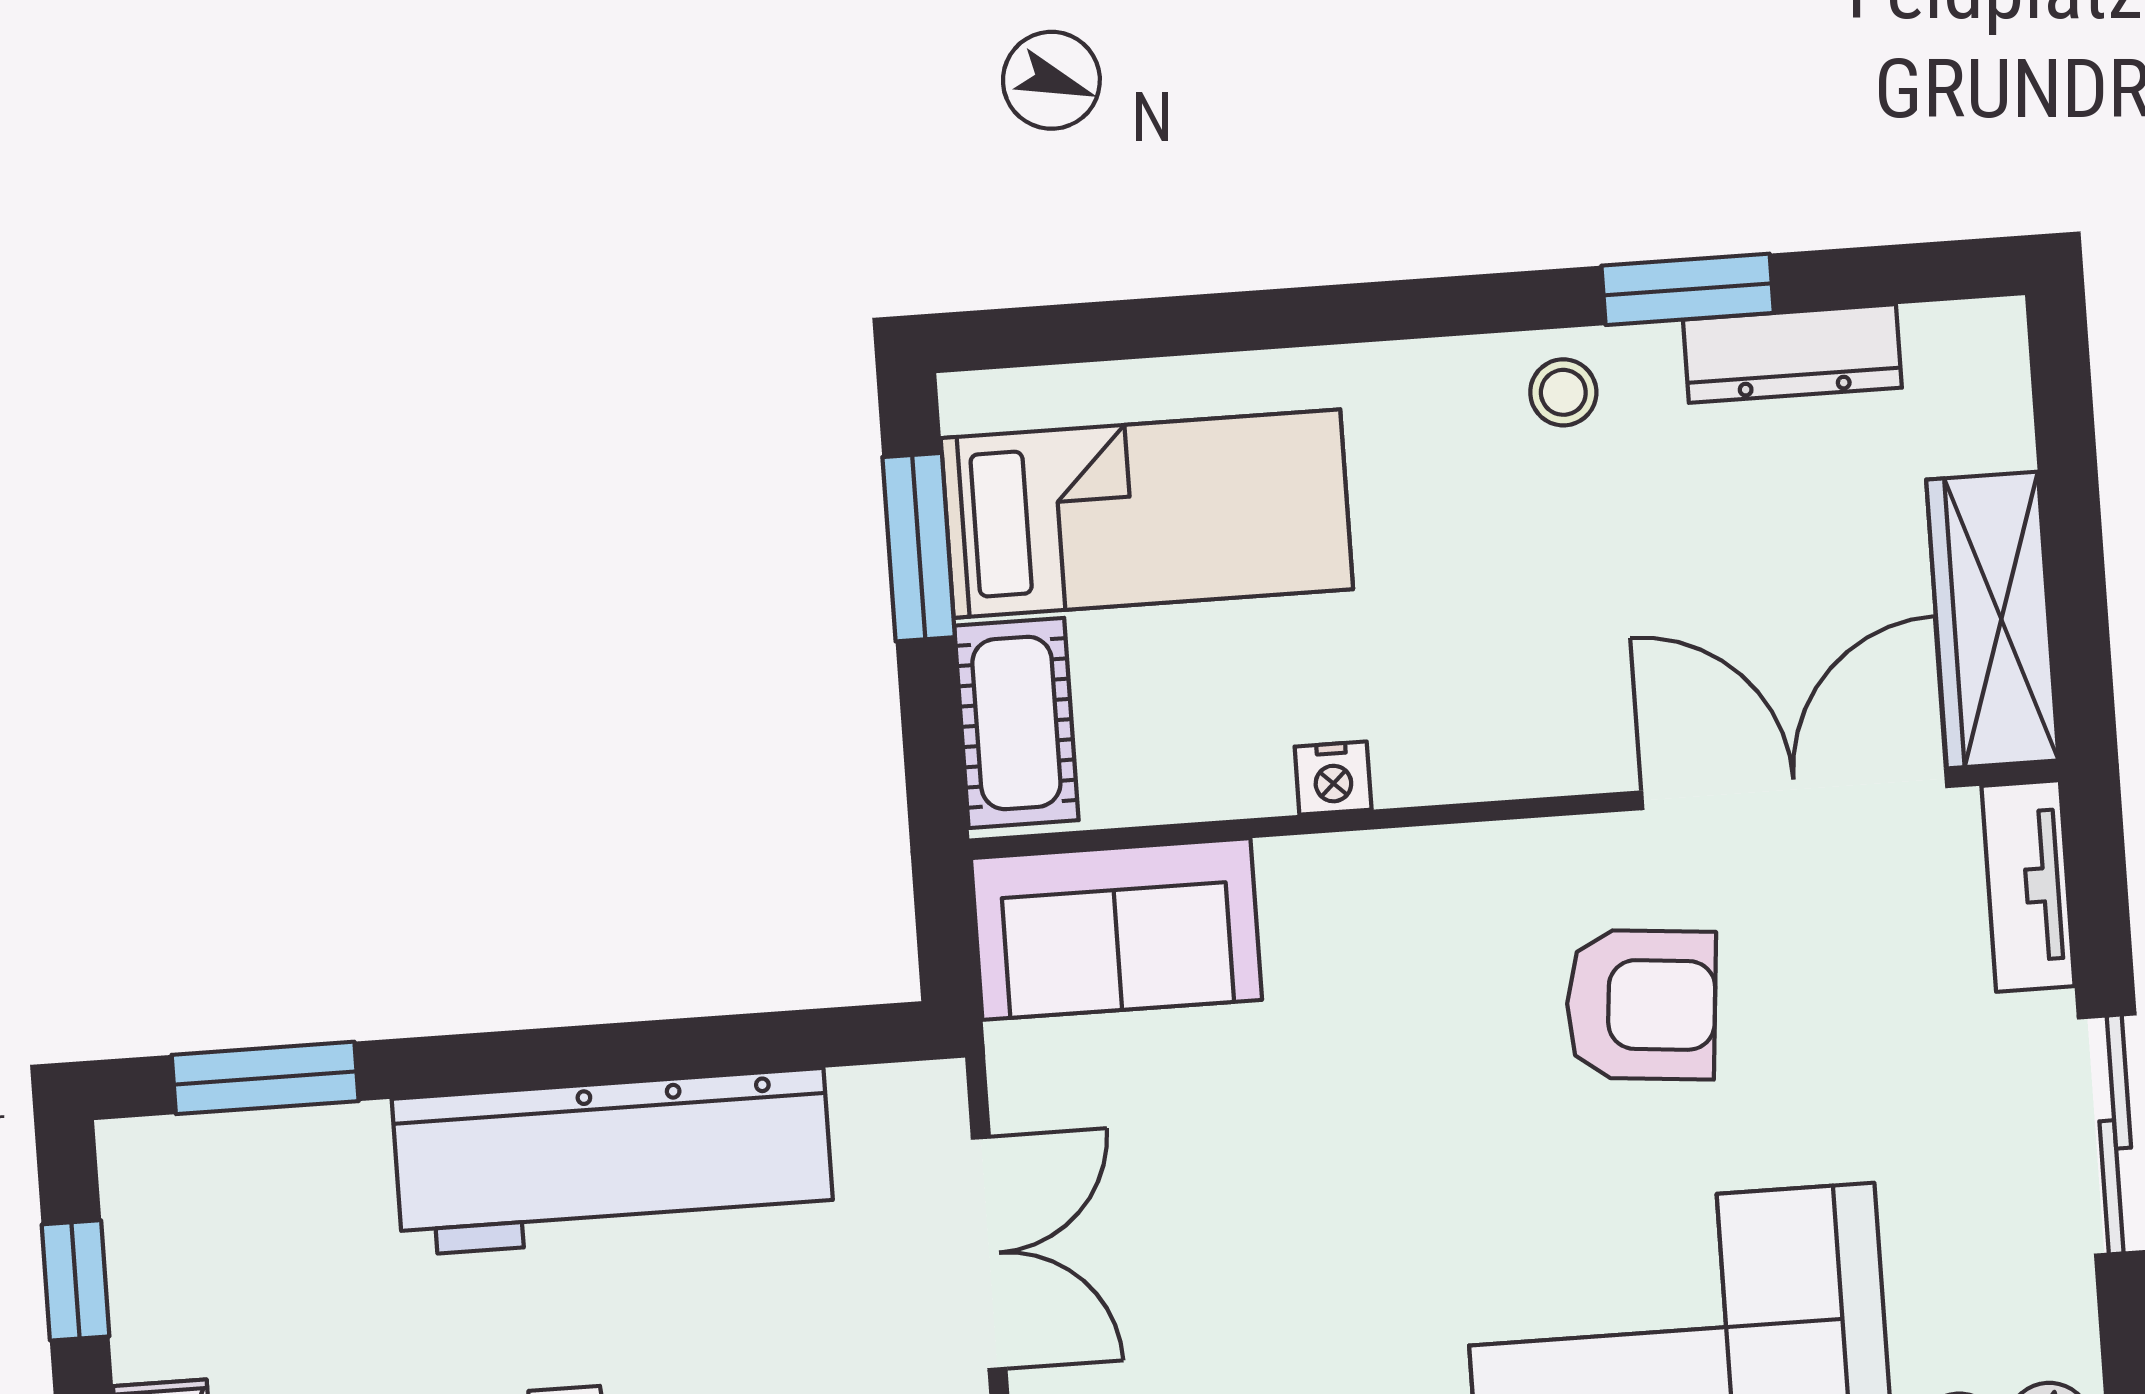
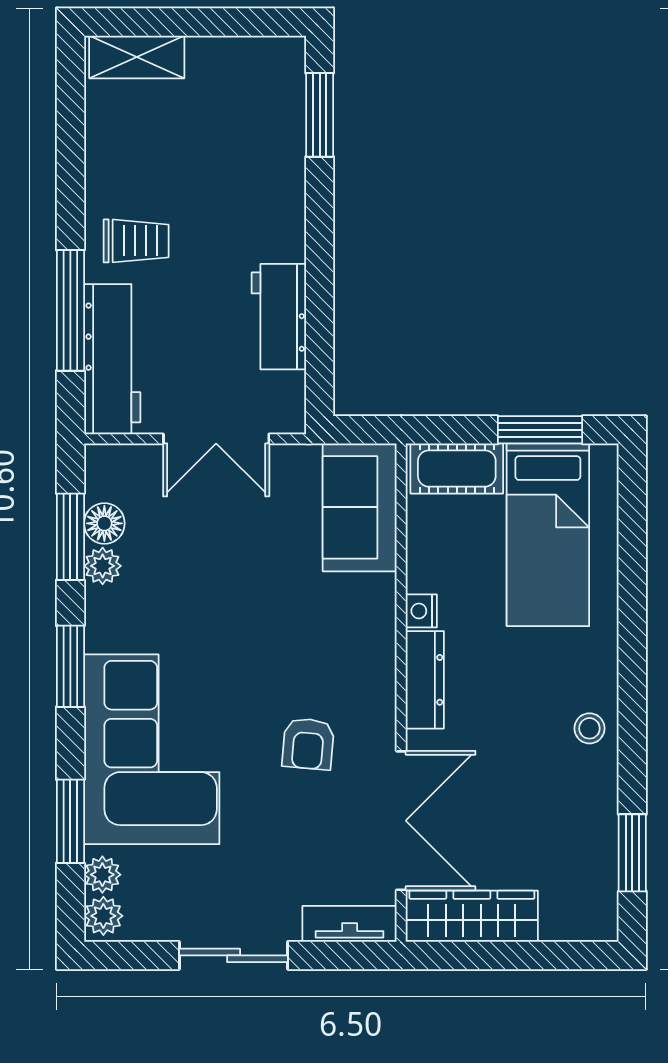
window: (1688, 289) -> (632, 853), moved
dresser: (1792, 354) -> (425, 680), moved, turned 180
armchair: (1641, 1005) -> (308, 744), width x0.72, depth x0.72
workbench: (613, 1162) -> (279, 317), width x0.53, depth x0.76
window: (76, 1280) -> (234, 22), removed

